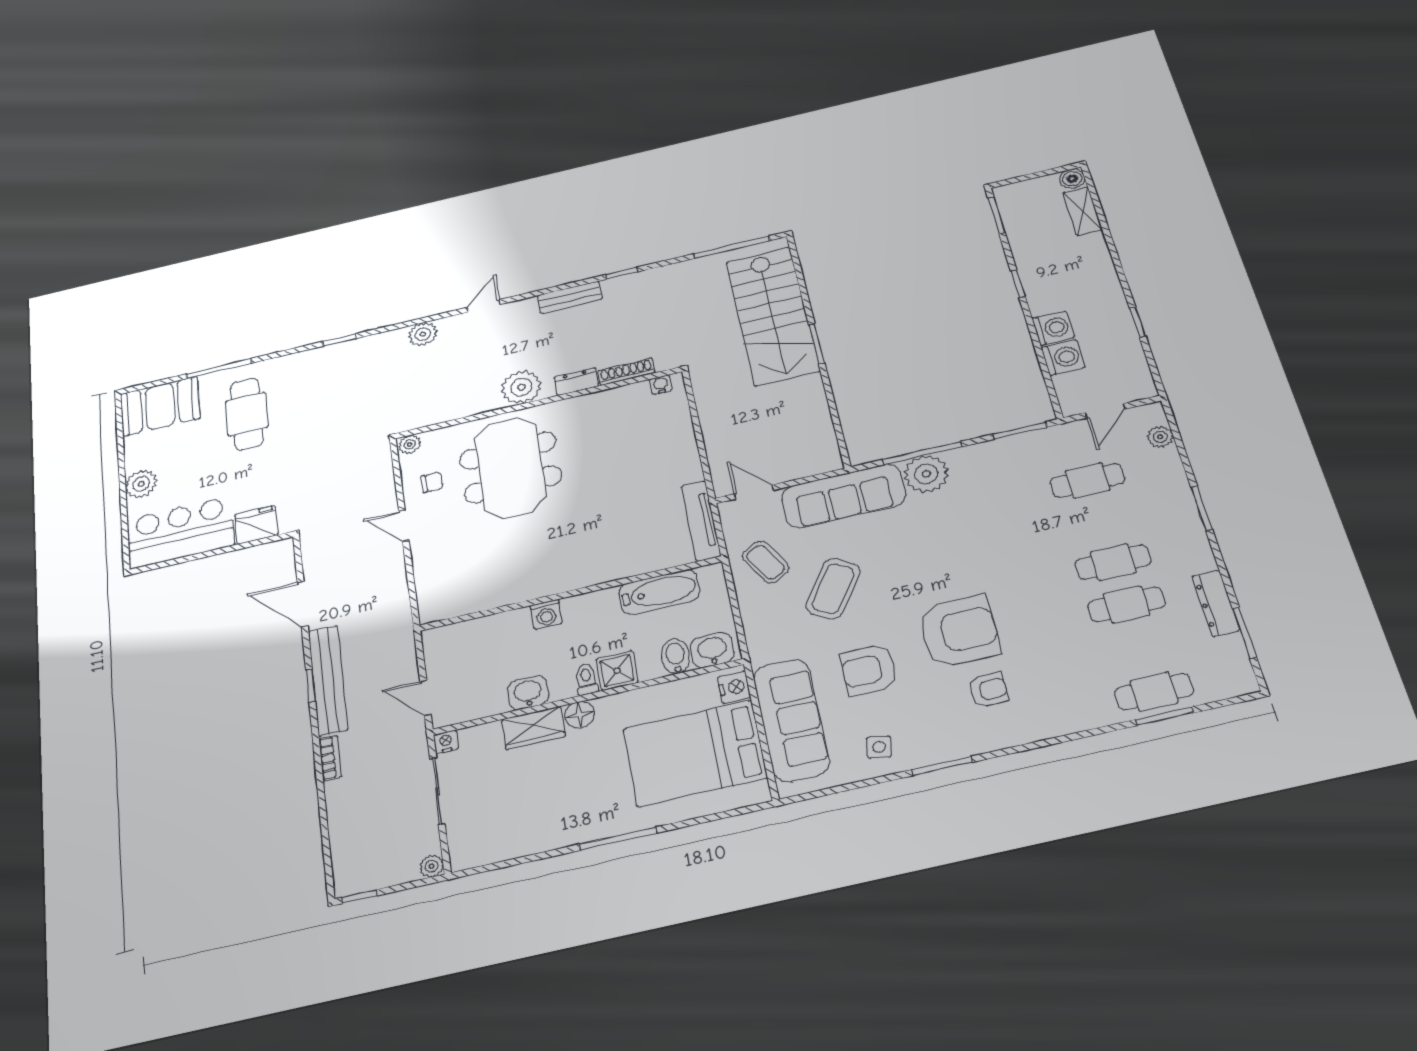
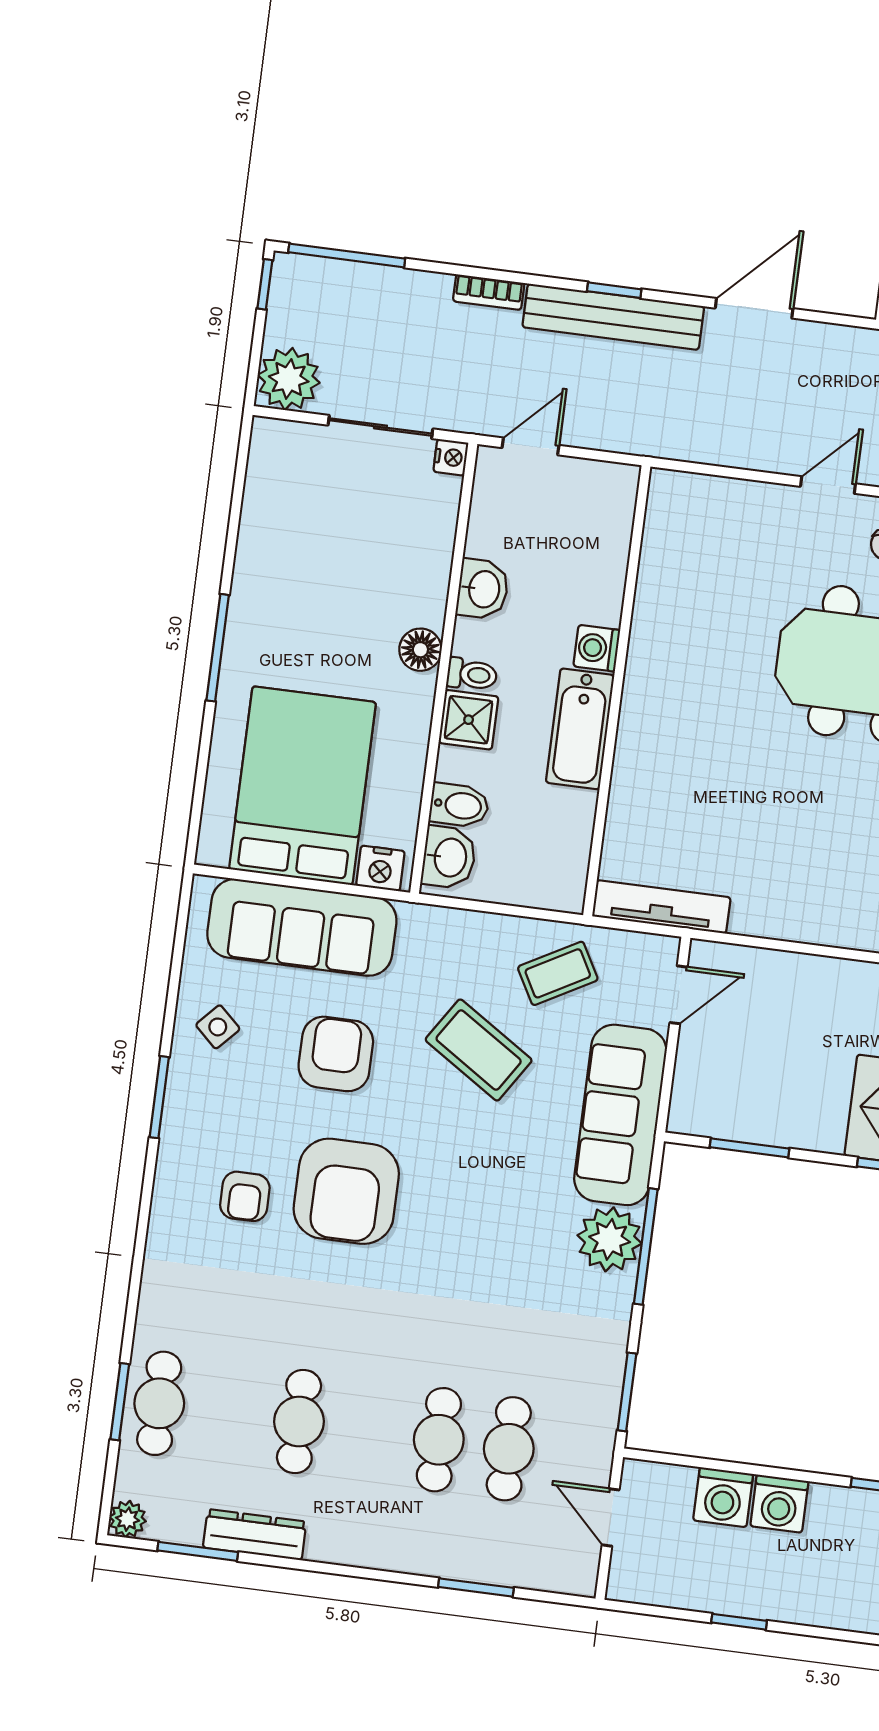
window: (836, 421) -> (749, 1148), added
plant: (1160, 437) -> (128, 1519), moved
window: (1202, 508) -> (476, 1587), moved
cafe table: (1113, 562) -> (439, 1440), moved
bathtub: (659, 592) -> (580, 729), moved
wardrobe: (534, 728) -> (425, 582), removed
side table: (879, 747) -> (218, 1027), turned 33
window: (327, 852) -> (347, 255), added
plant: (432, 866) -> (289, 379), width x1.87, depth x1.87

